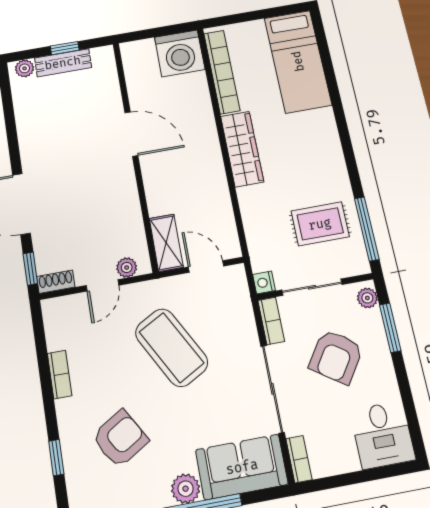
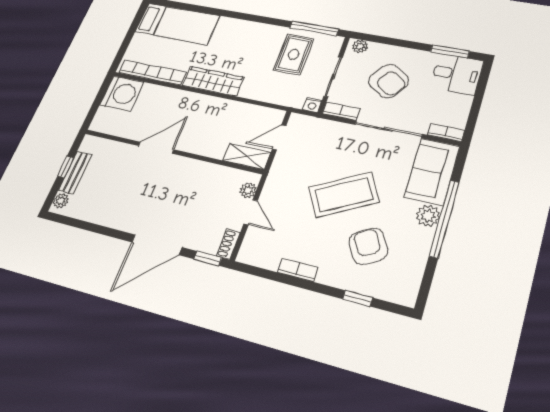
window: (390, 328) -> (450, 51), moved
coffee table: (171, 348) -> (344, 195), moved

